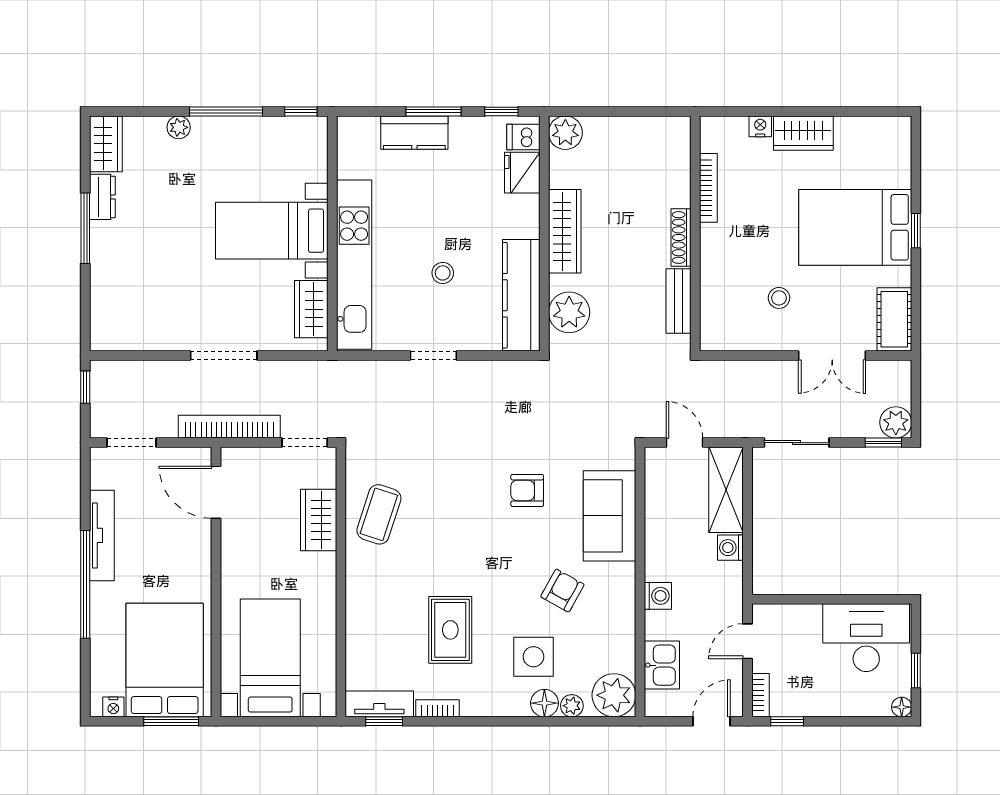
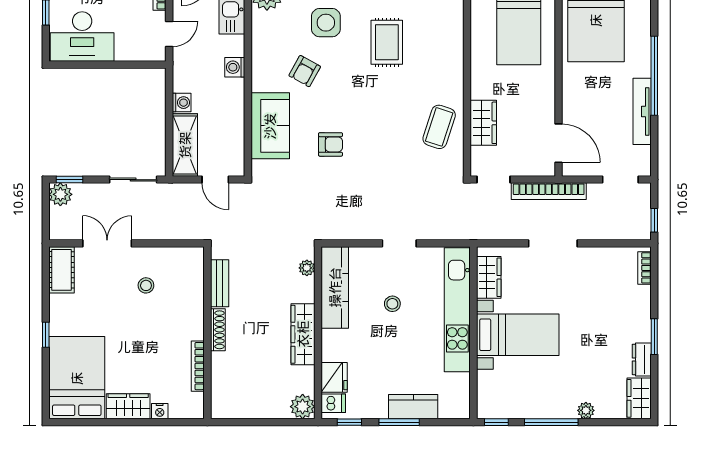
bed: (855, 227) -> (77, 378), moved, turned -90
window: (85, 228) -> (654, 337), width x0.69
plant: (569, 312) -> (307, 268), width x0.53, depth x0.53
bookcase: (99, 322) -> (644, 268), added

